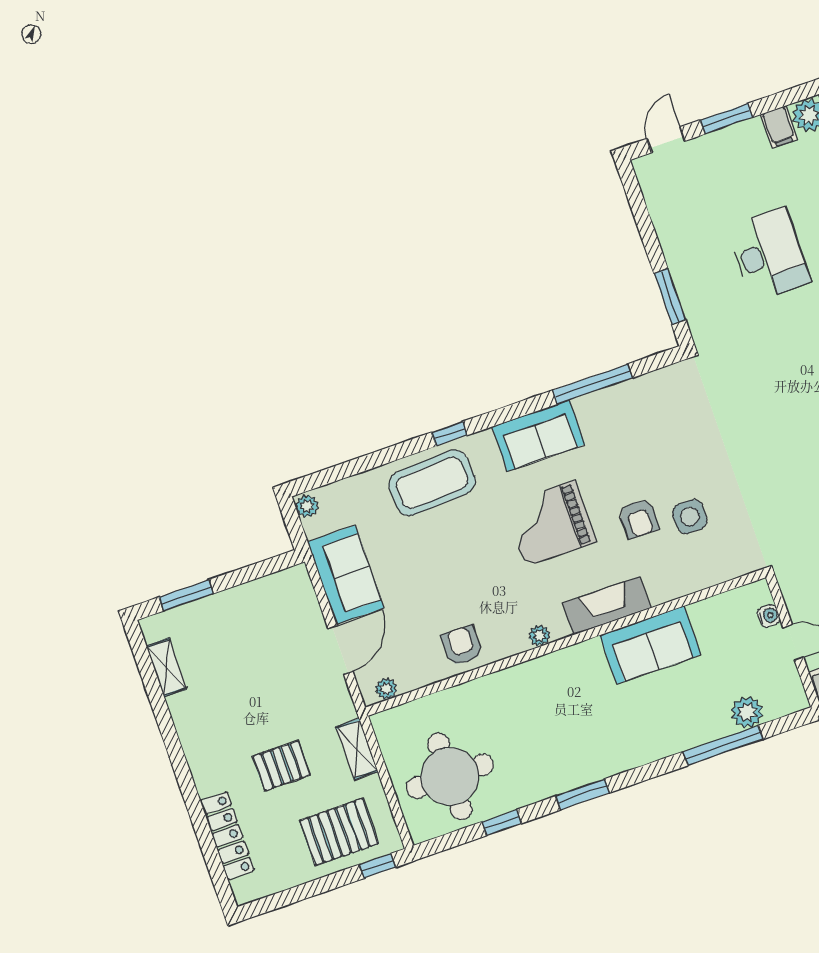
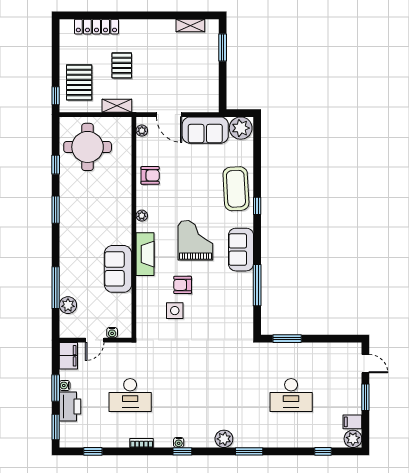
plant: (307, 506) -> (241, 128), width x1.88, depth x1.88

